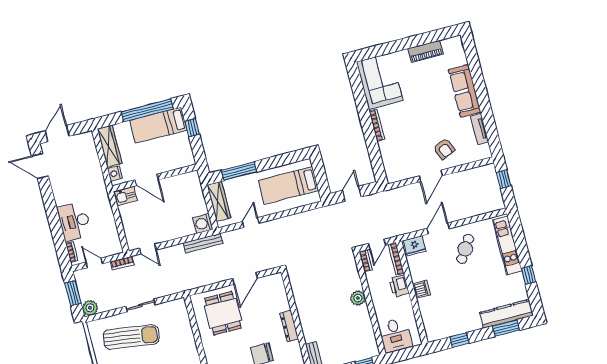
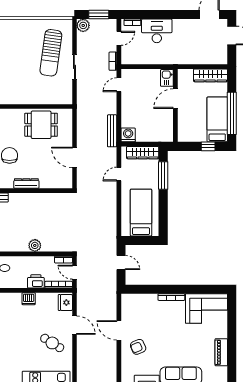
nightstand: (115, 173) -> (187, 74), removed
door: (251, 222) -> (119, 174), swing flipped
dining table: (223, 313) -> (41, 125), moved

